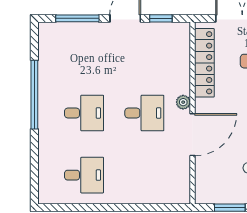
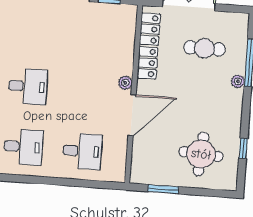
desk: (144, 113) -> (82, 151), moved

